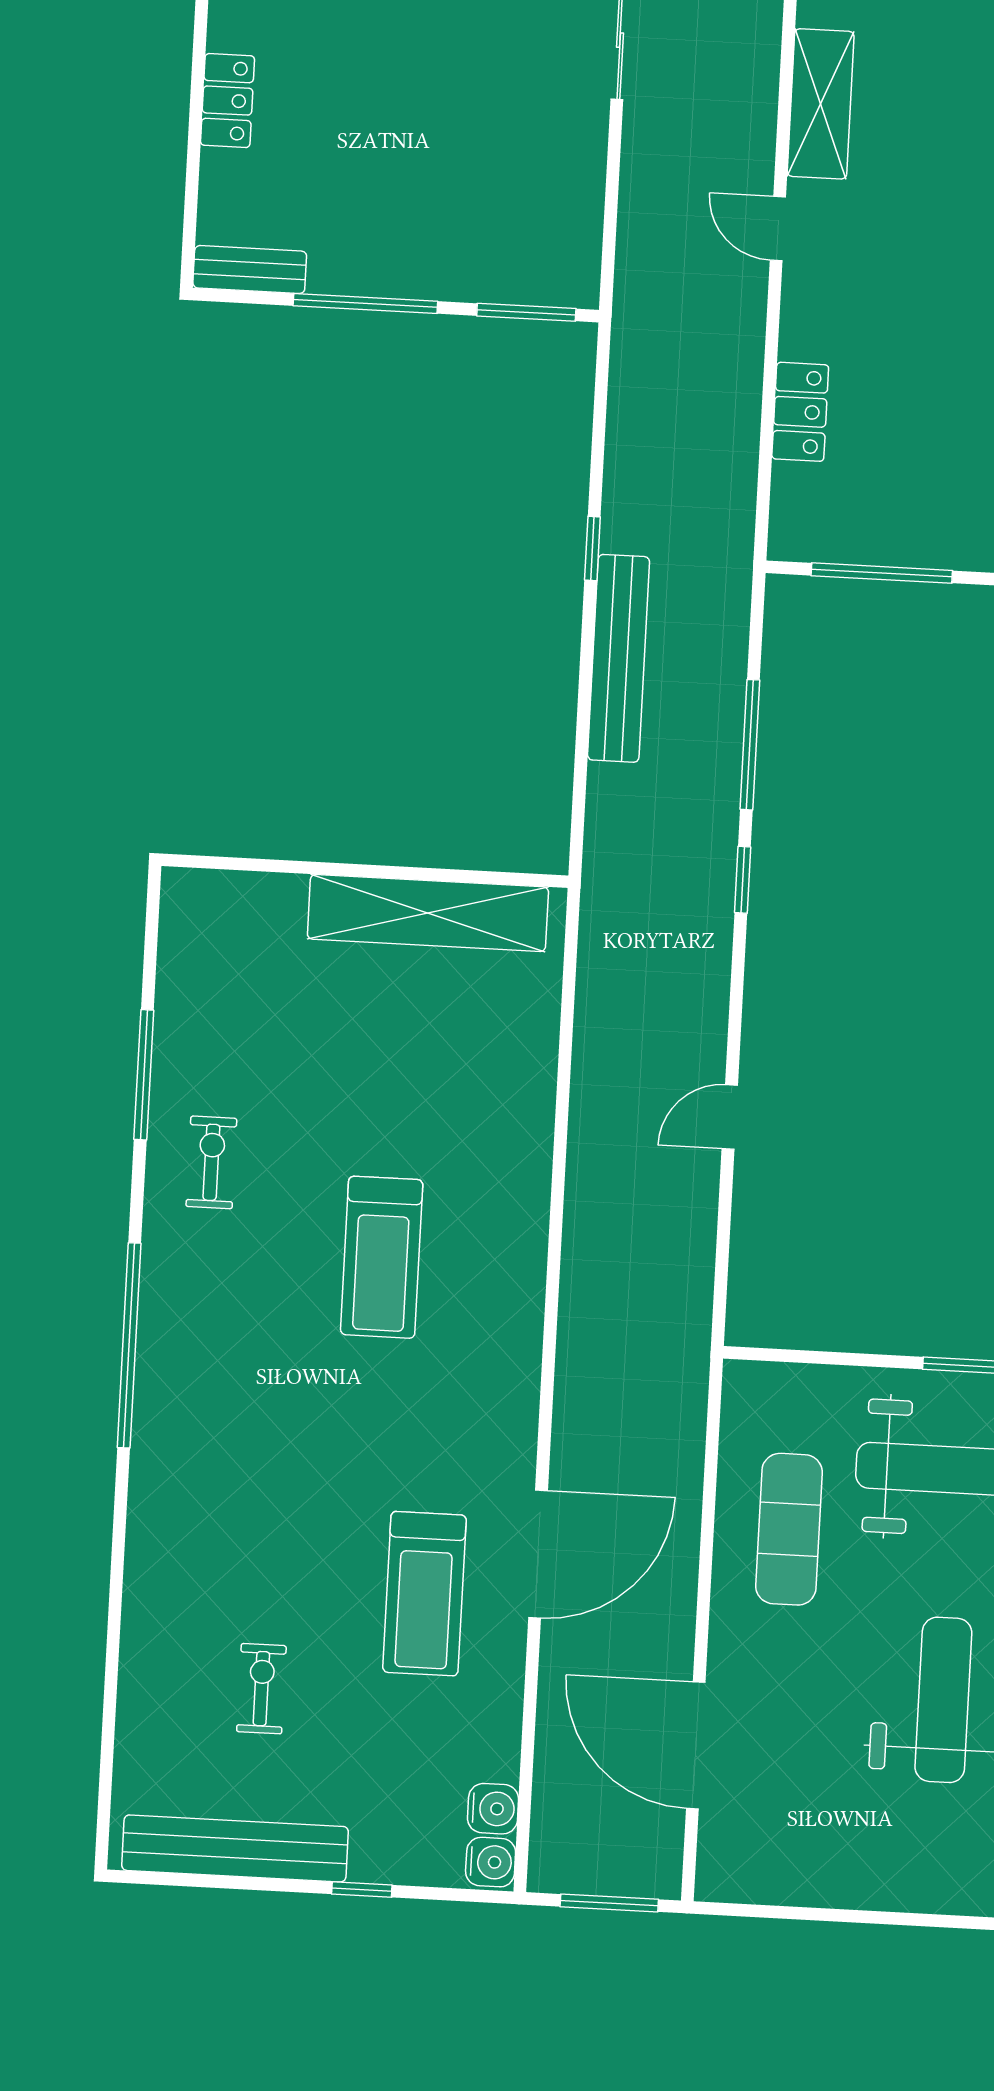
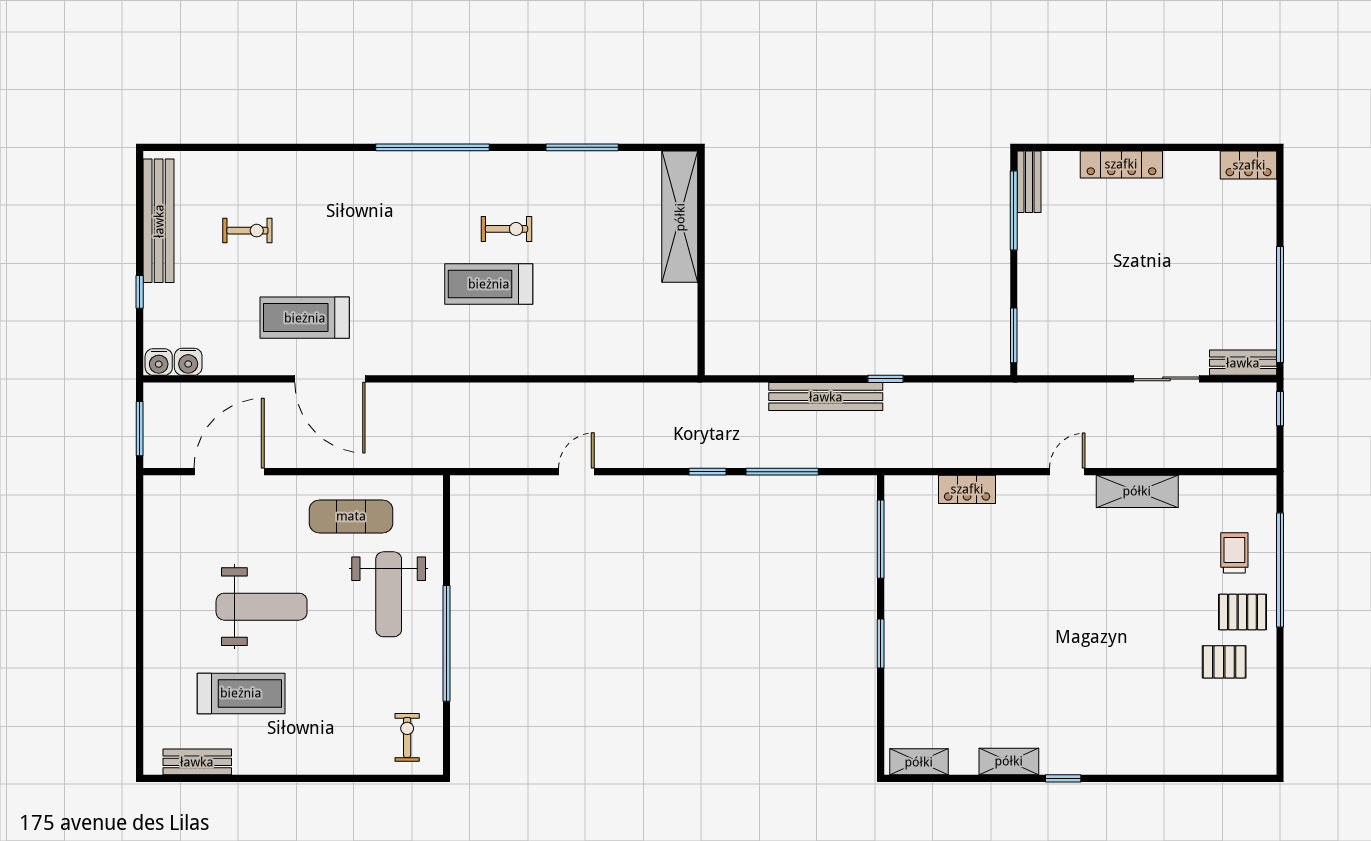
locker: (227, 101) -> (1121, 164), width x1.53
window: (365, 303) -> (1014, 211), moved
shelving: (428, 913) -> (680, 217), moved
door: (730, 1117) -> (576, 472), hinge flipped
exercise bike: (211, 1162) -> (507, 229), moved

